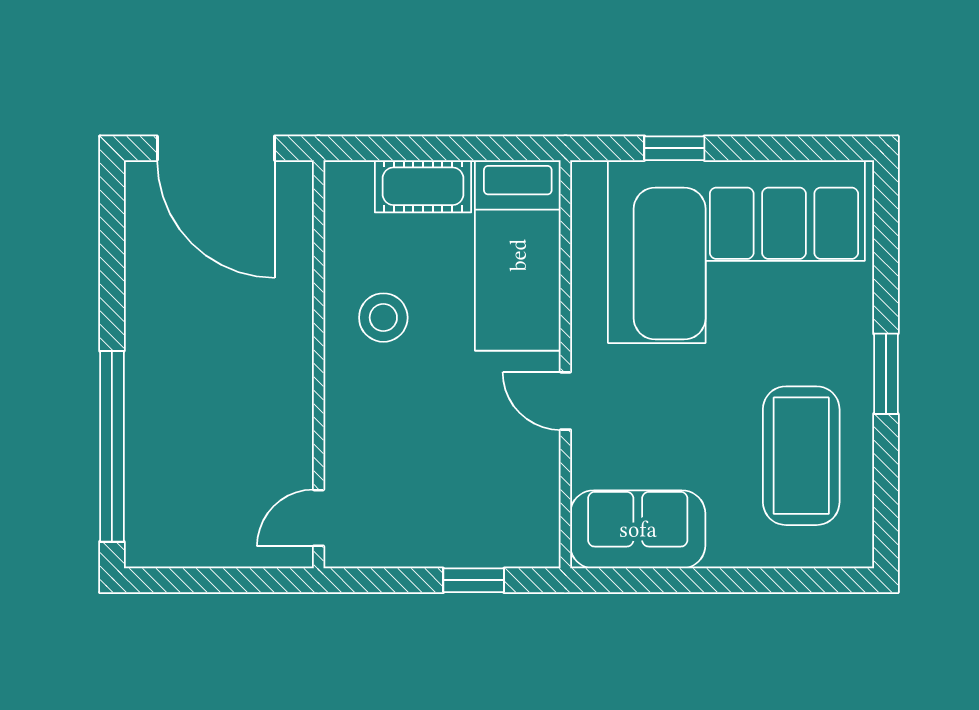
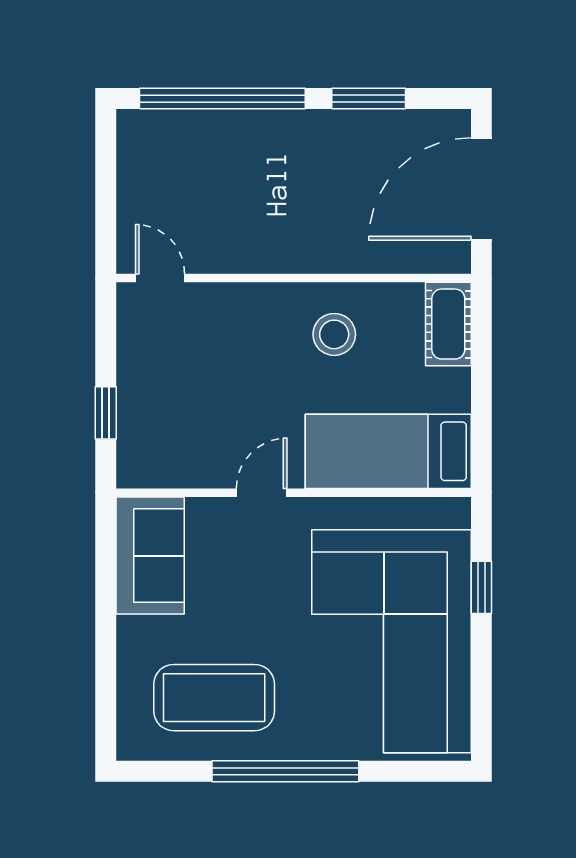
cot: (423, 186) -> (448, 324), moved
window: (112, 278) -> (369, 99), added
window: (886, 374) -> (285, 771), width x2.11

